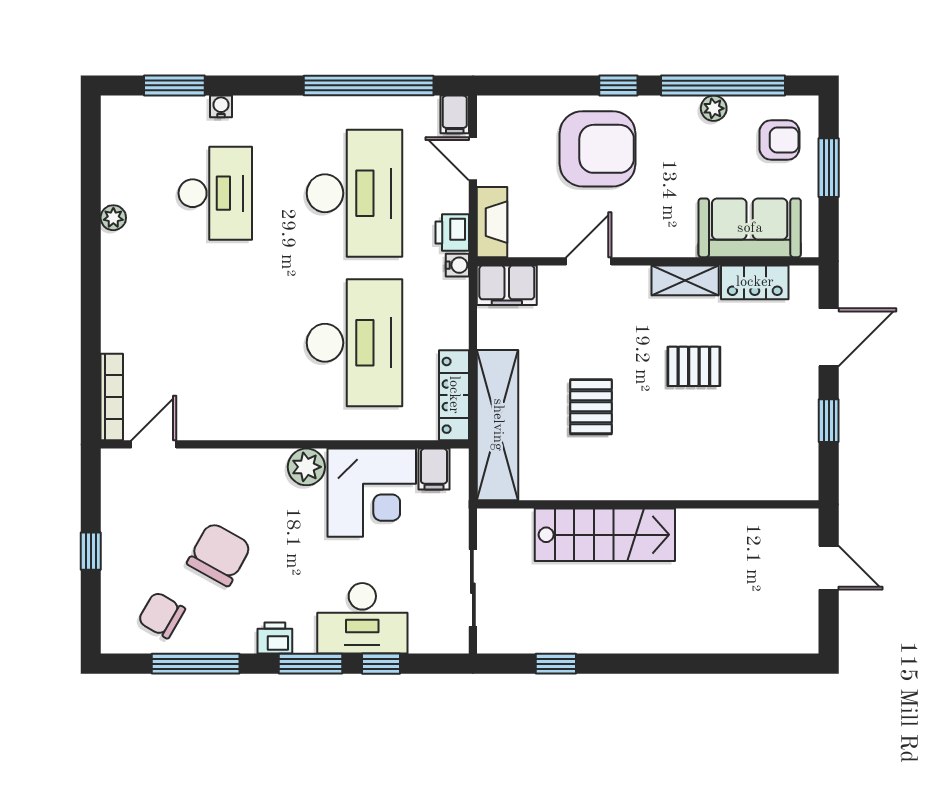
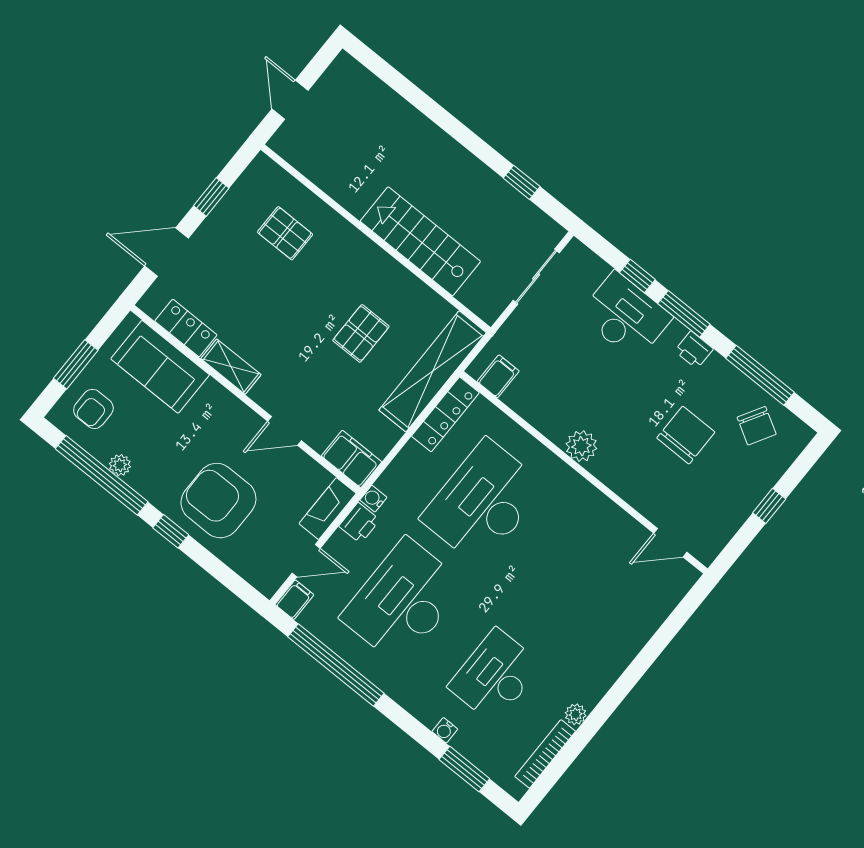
armchair: (779, 140) -> (93, 409), turned -90
door: (473, 159) -> (306, 561), hinge flipped
pallet: (694, 366) -> (285, 233), moved
bookcase: (112, 397) -> (545, 754), moved
corner desk: (372, 493) -> (552, 394), removed
chair: (219, 554) -> (686, 435), turned 151

